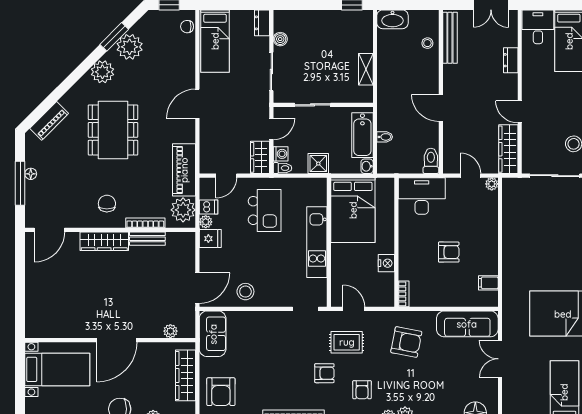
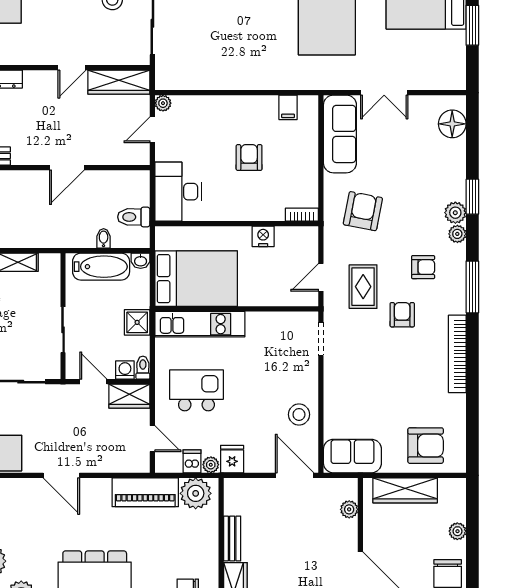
toilet: (431, 161) -> (134, 217), moved
bookcase: (145, 223) -> (212, 541), removed
kitchen unit: (317, 242) -> (200, 324), moved

